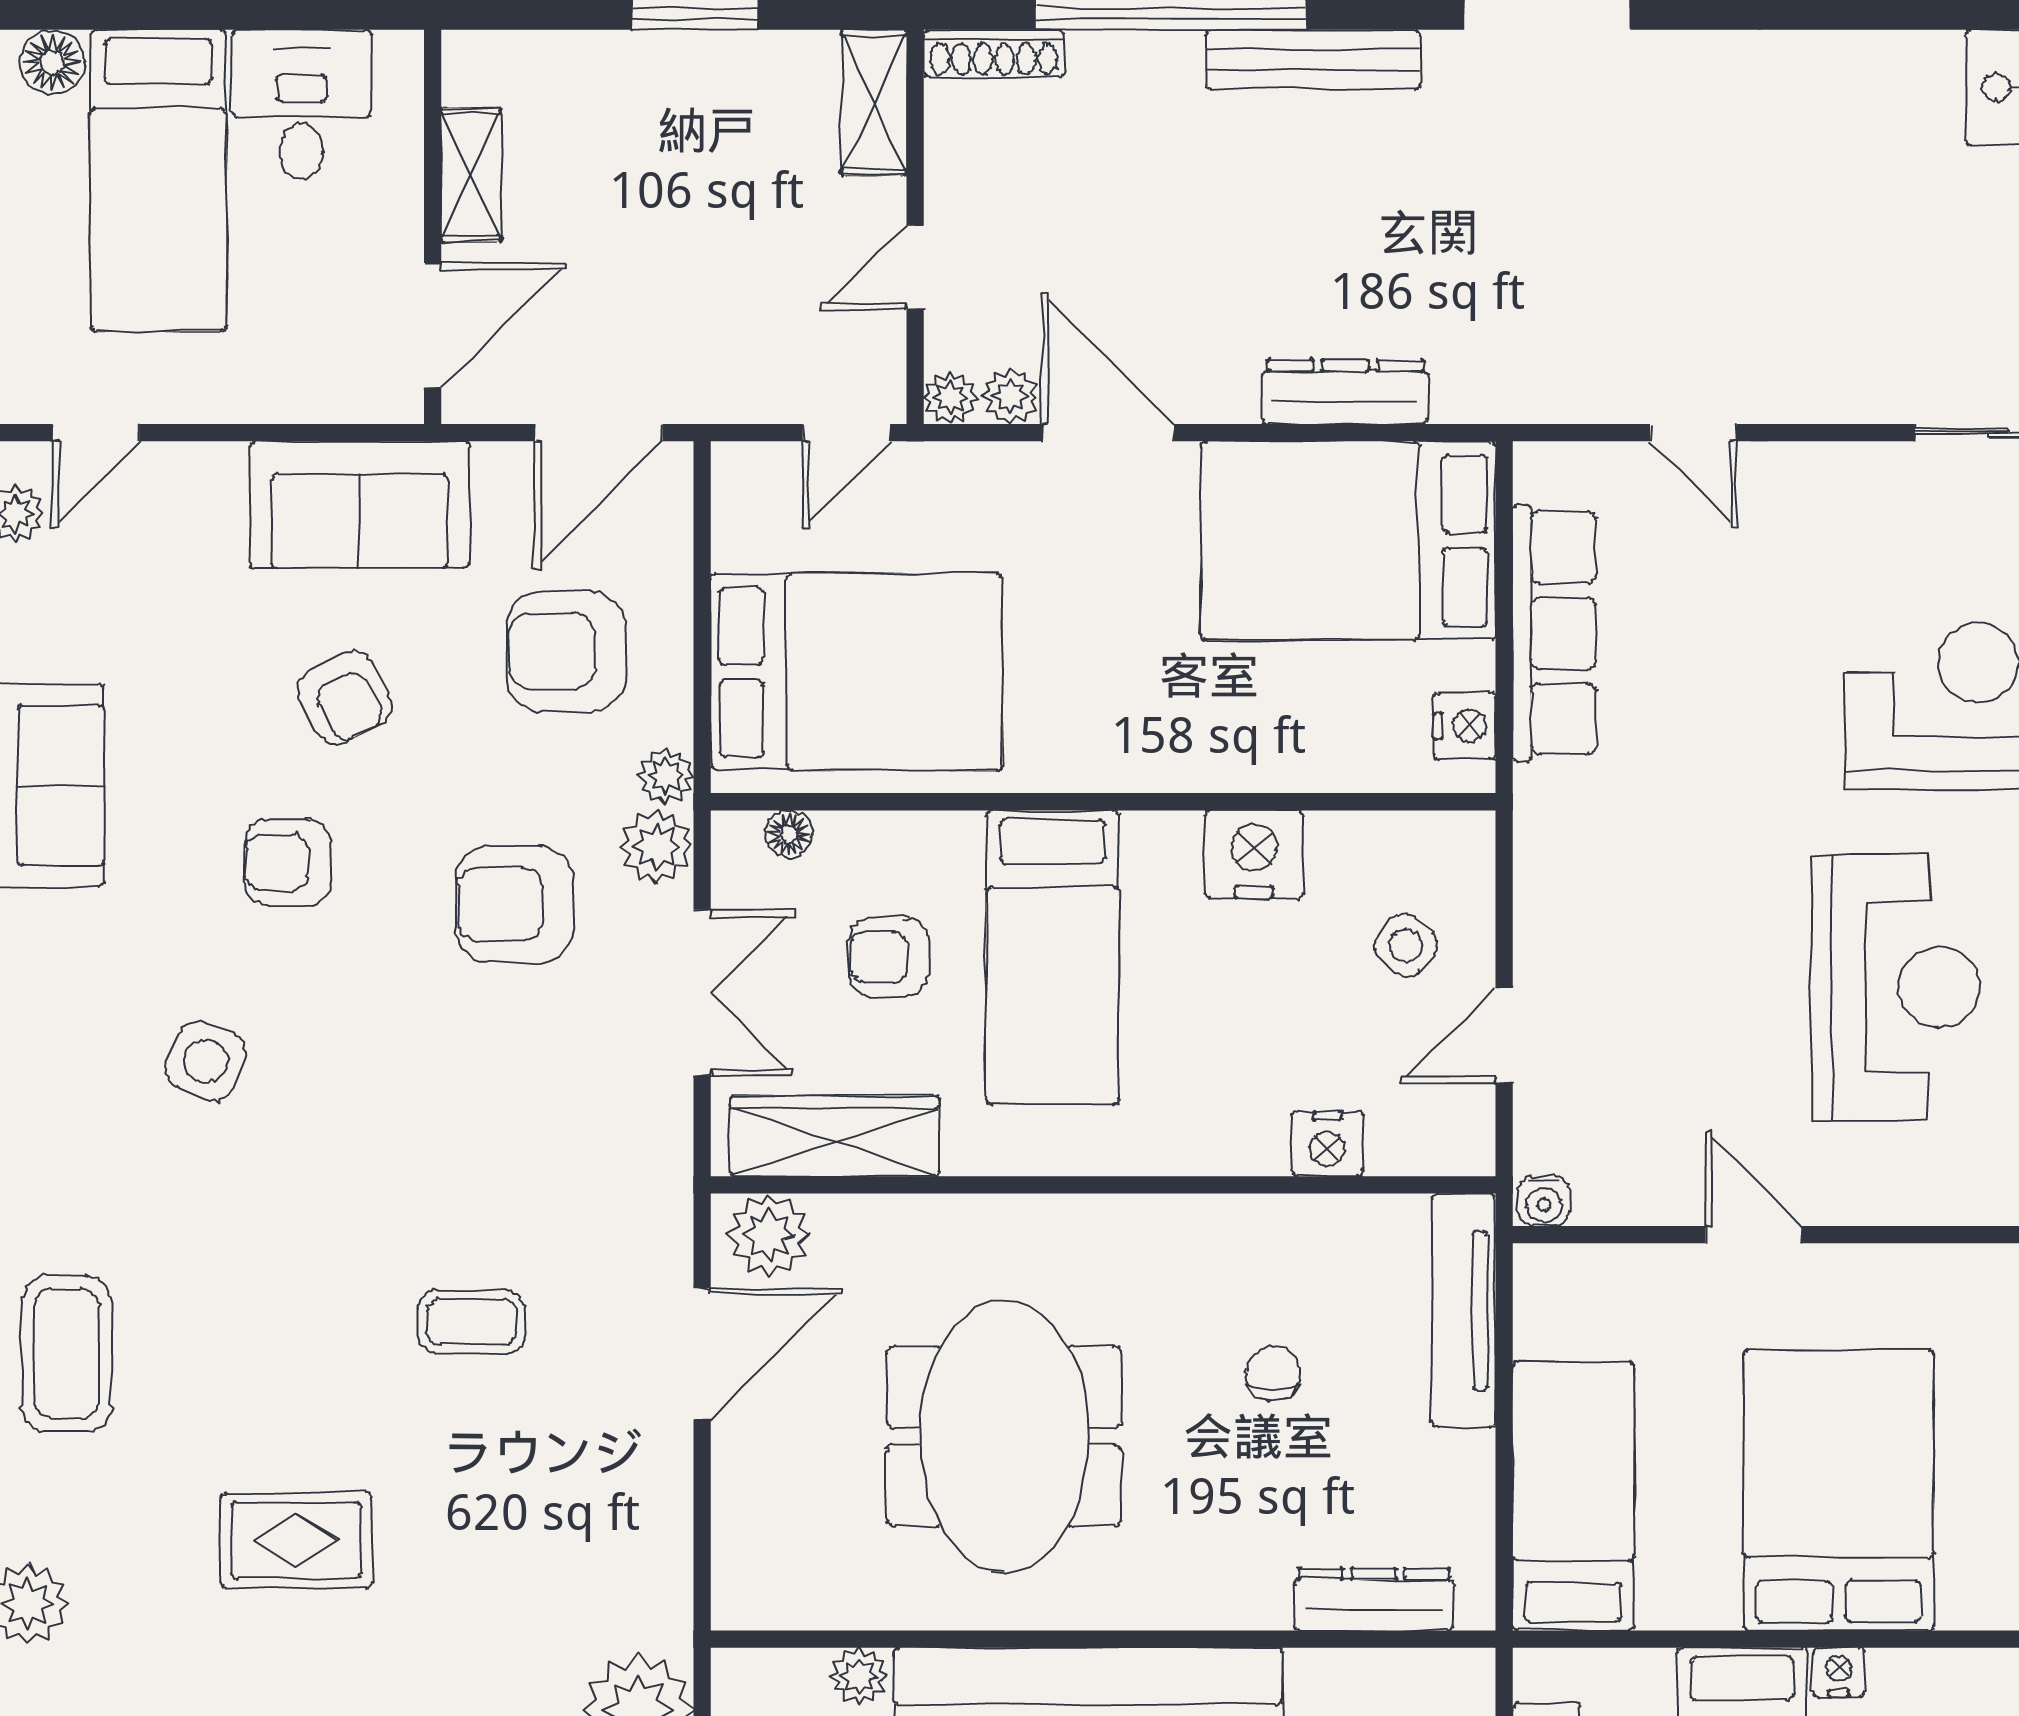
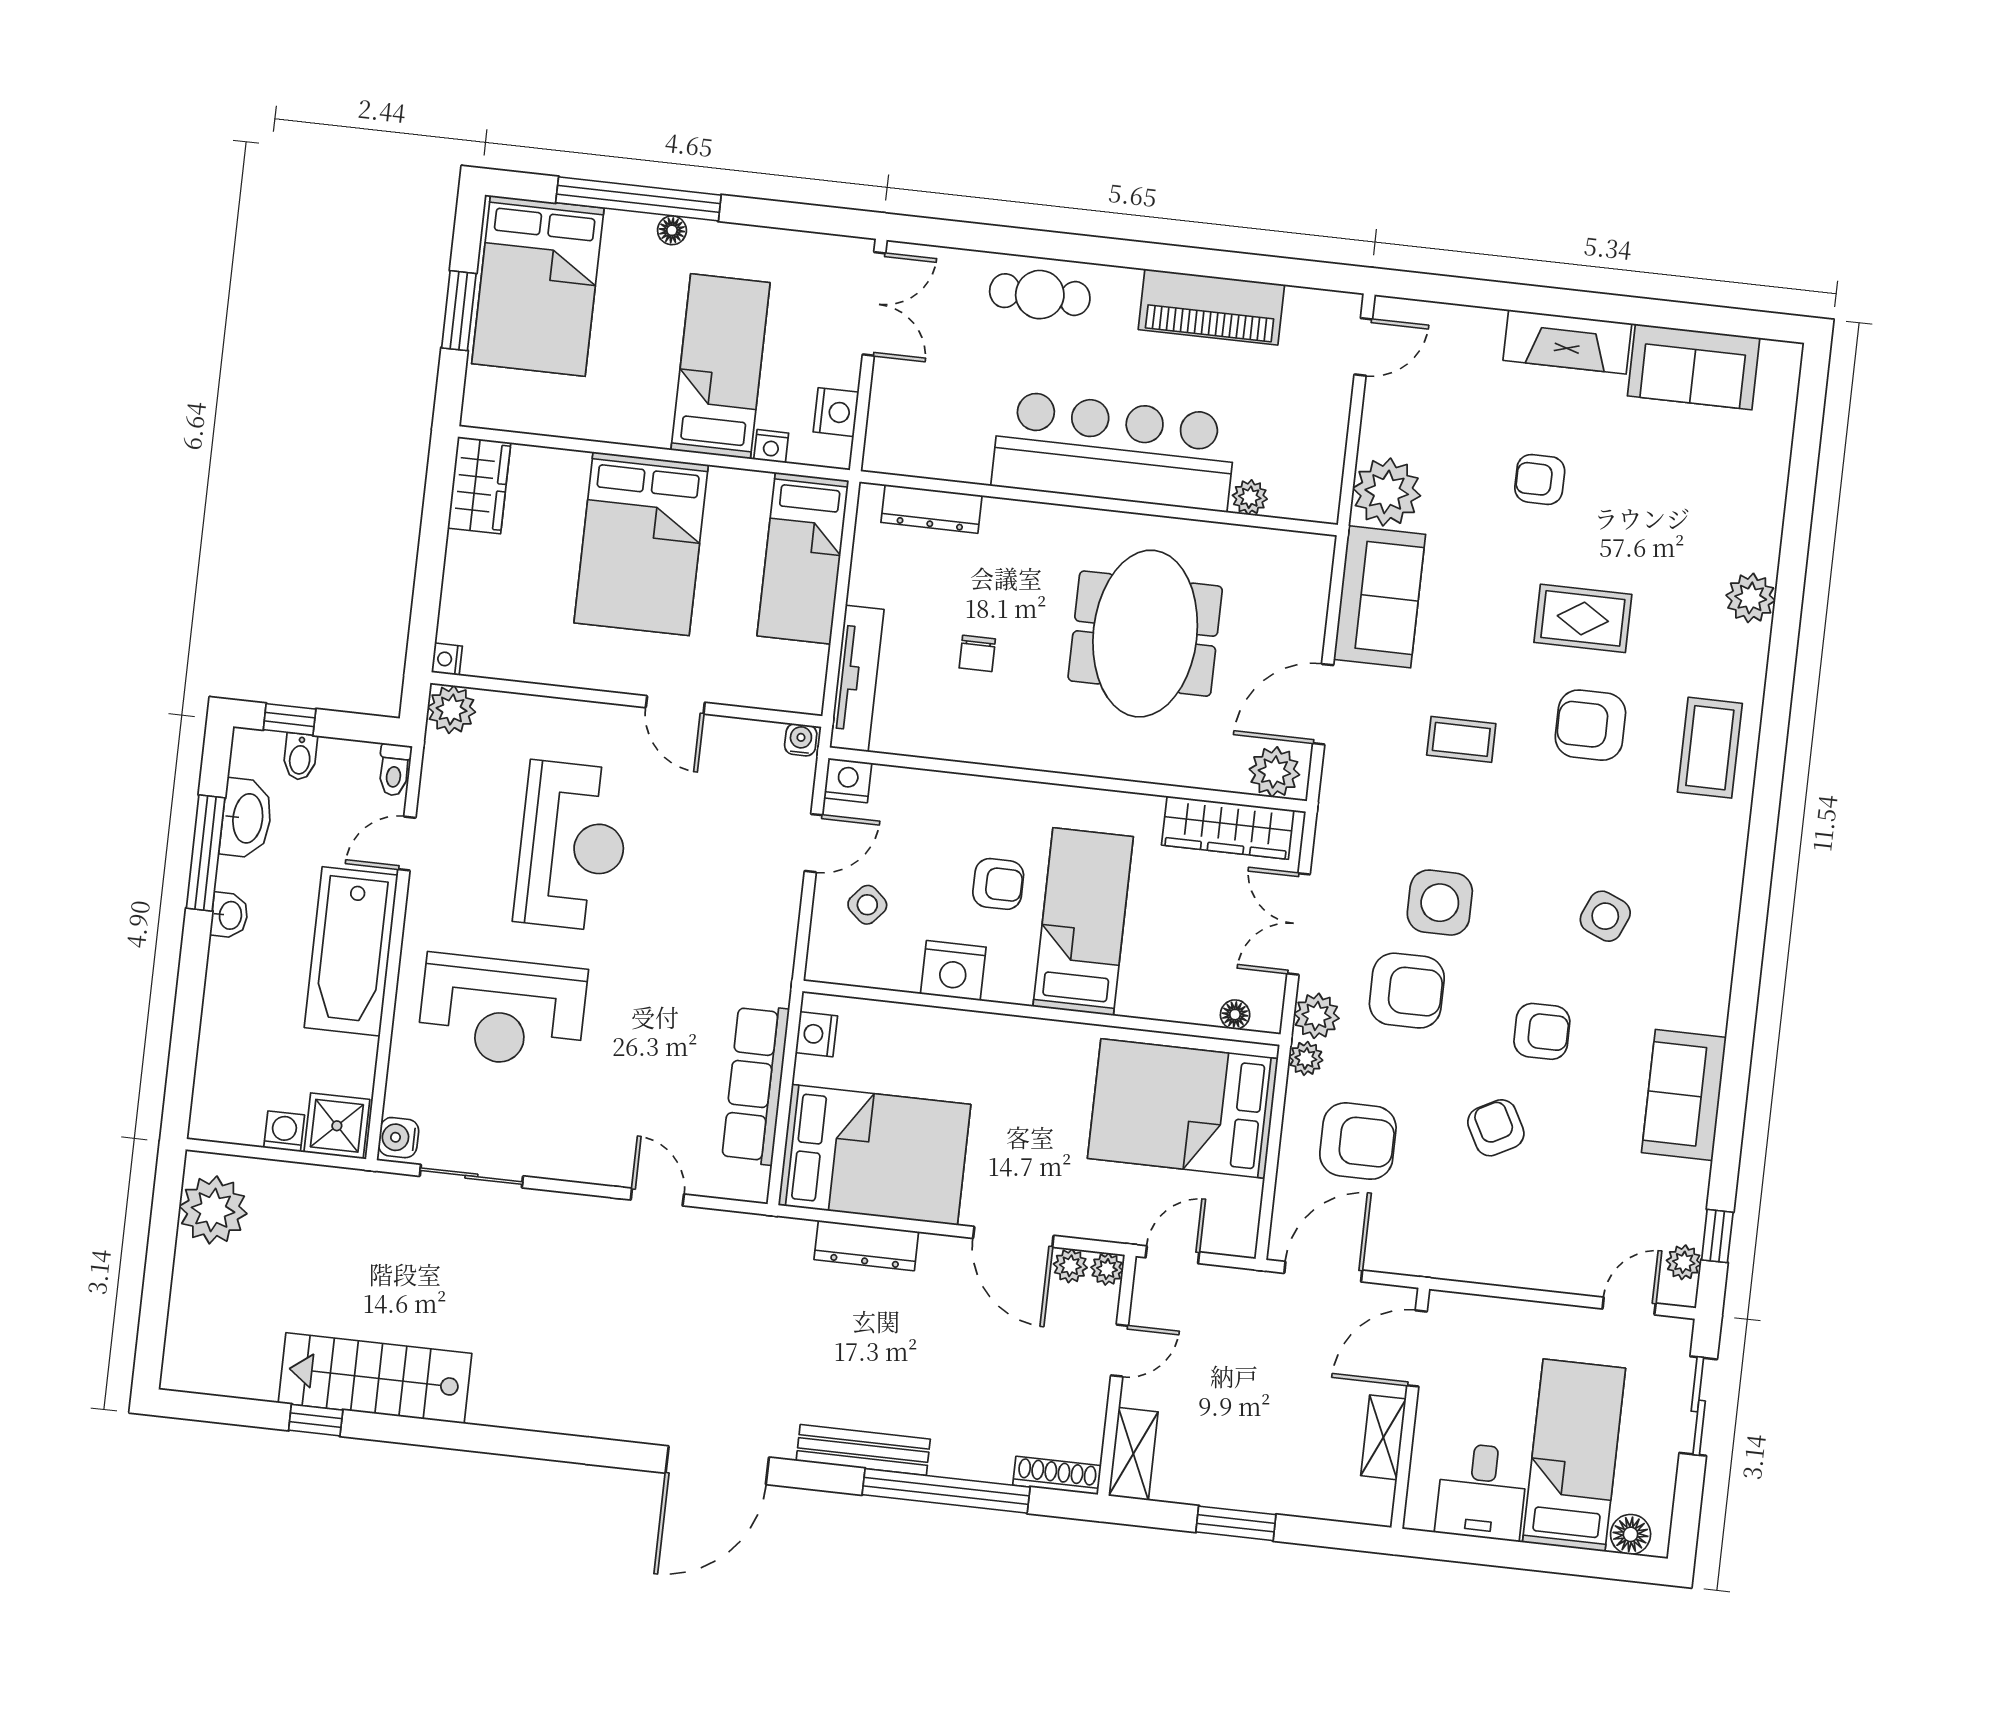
sofa: (360, 505) -> (1380, 597), moved, turned 90
armchair: (888, 957) -> (998, 884), moved
reception desk: (1895, 987) -> (572, 846), turned 180
side table: (477, 1053) -> (1440, 903), added
nightstand: (1327, 1144) -> (848, 780), moved
armchair: (264, 1369) -> (1590, 725), added
nightstand: (1839, 1672) -> (771, 446), moved

